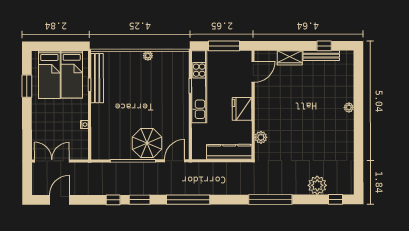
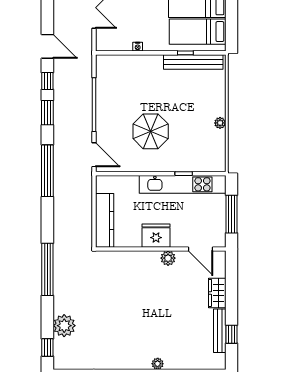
plant: (261, 137) -> (168, 258), moved
parasol: (147, 143) -> (151, 131), moved
door: (60, 200) -> (47, 46), moved

